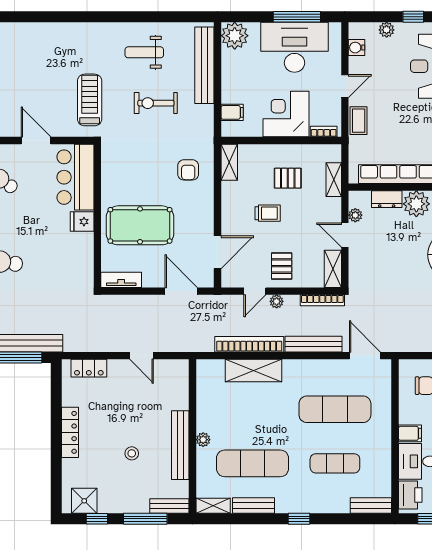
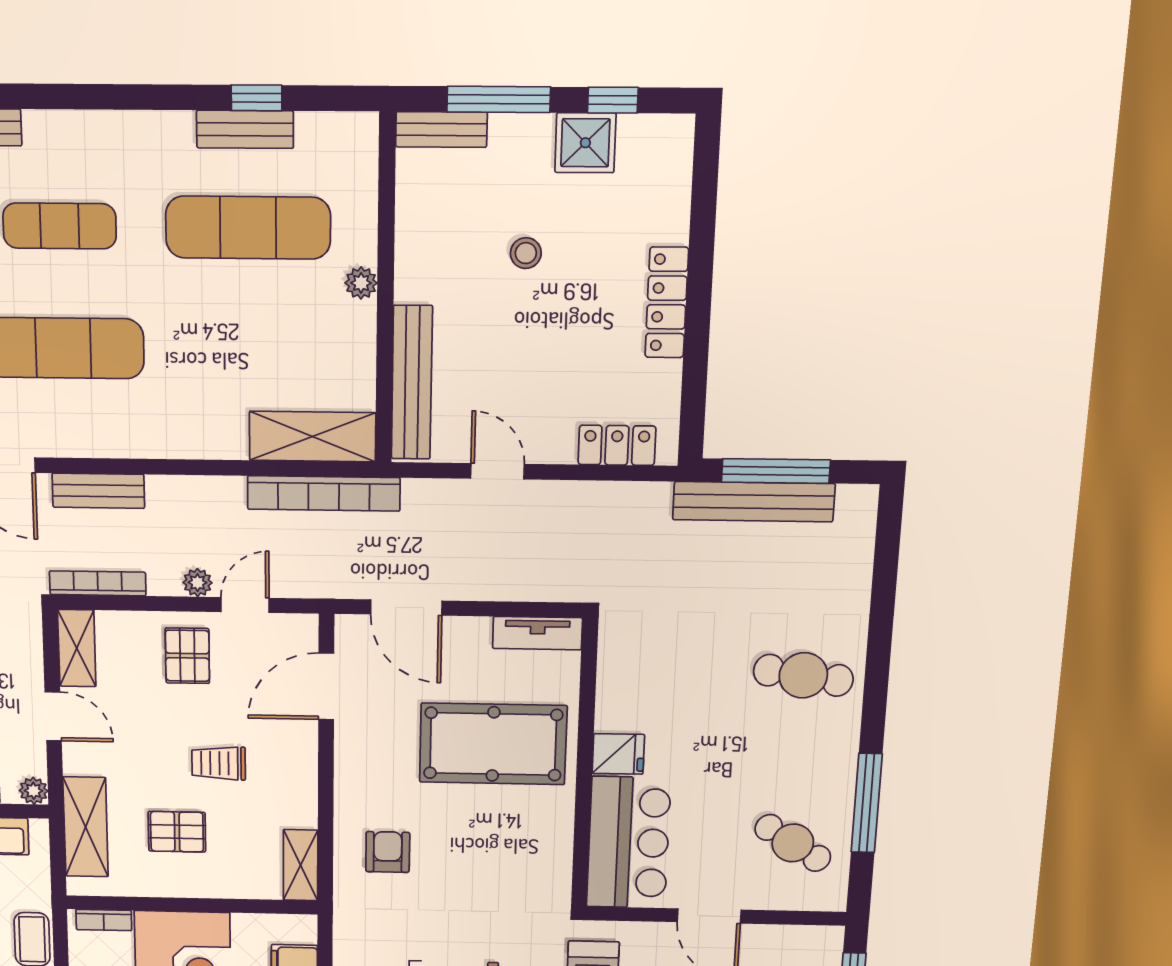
shelving: (334, 180) -> (86, 827), width x1.50, depth x1.33
plant: (355, 215) -> (34, 791), moved
bookcase: (249, 344) -> (324, 493), moved
bench: (313, 344) -> (98, 491), width x0.73
shelving: (253, 370) -> (313, 436), moved
bench: (180, 445) -> (412, 383), moved
shower: (84, 501) -> (585, 143), moved
shelving: (213, 506) -> (339, 129), removed
window: (299, 519) -> (257, 98), moved

